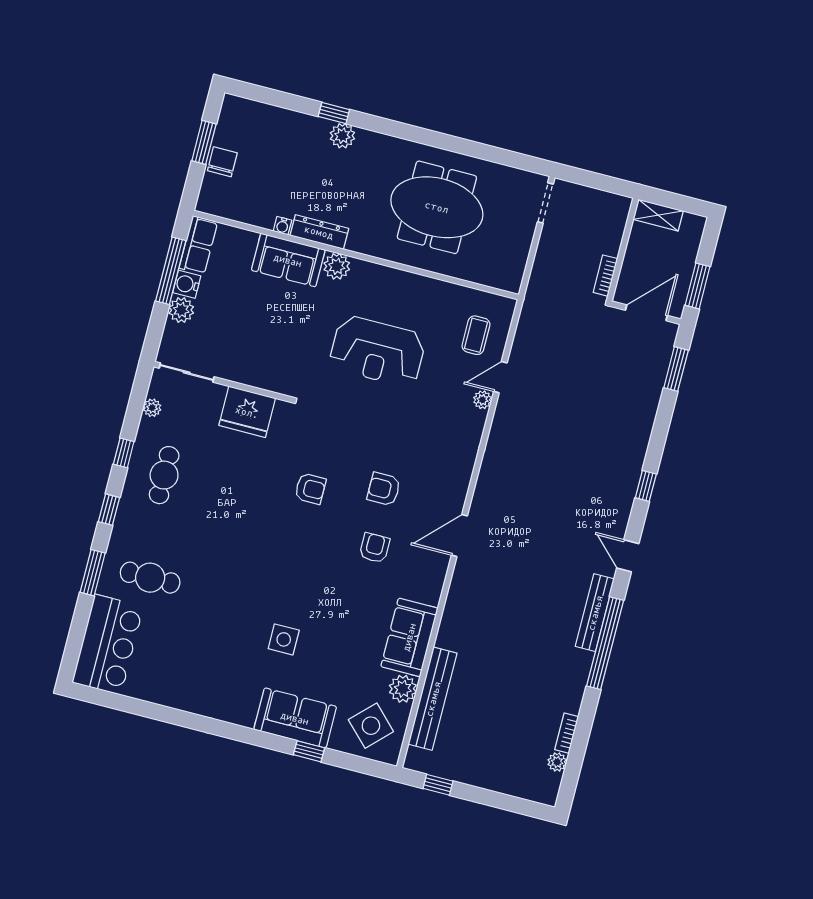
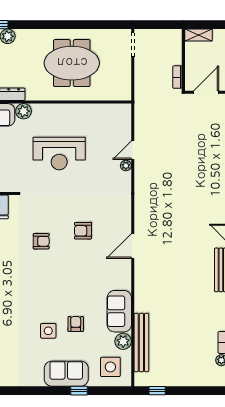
coffee table: (476, 335) -> (113, 130), removed
armchair: (375, 548) -> (76, 324), moved
side table: (371, 726) -> (110, 367), turned 45

